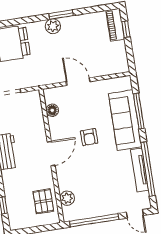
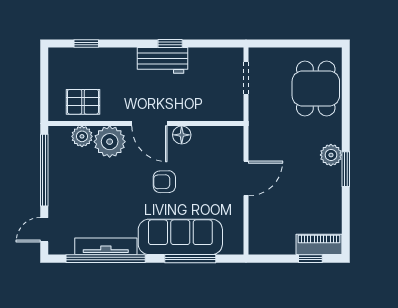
floor lamp: (52, 110) -> (182, 135), moved
plant: (68, 179) -> (110, 142), added

